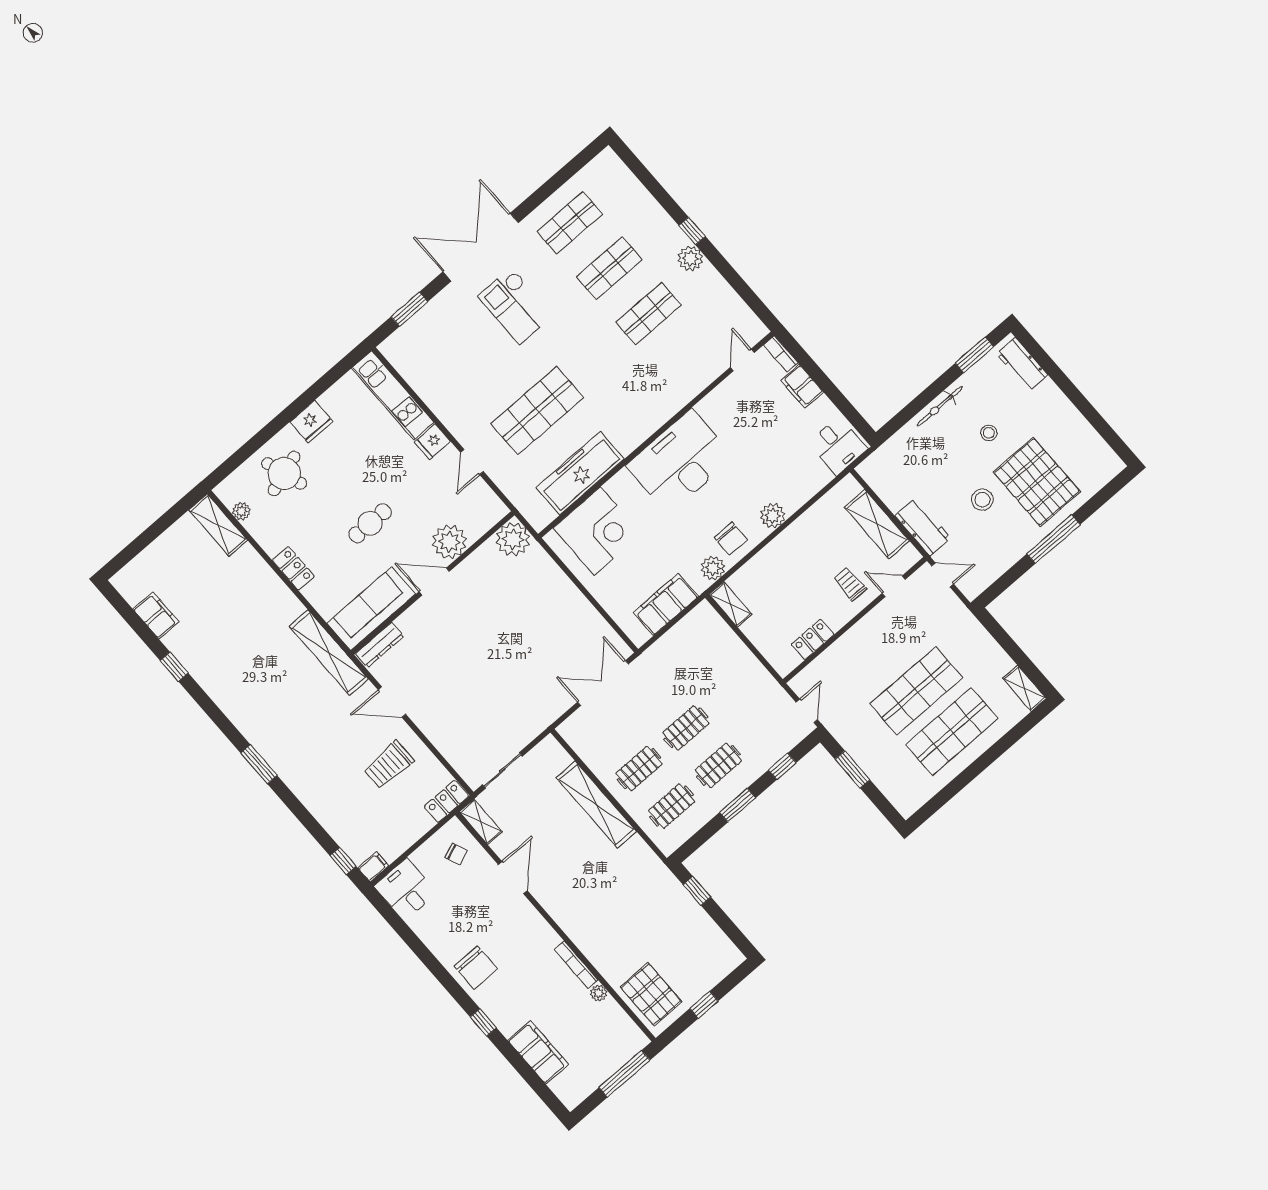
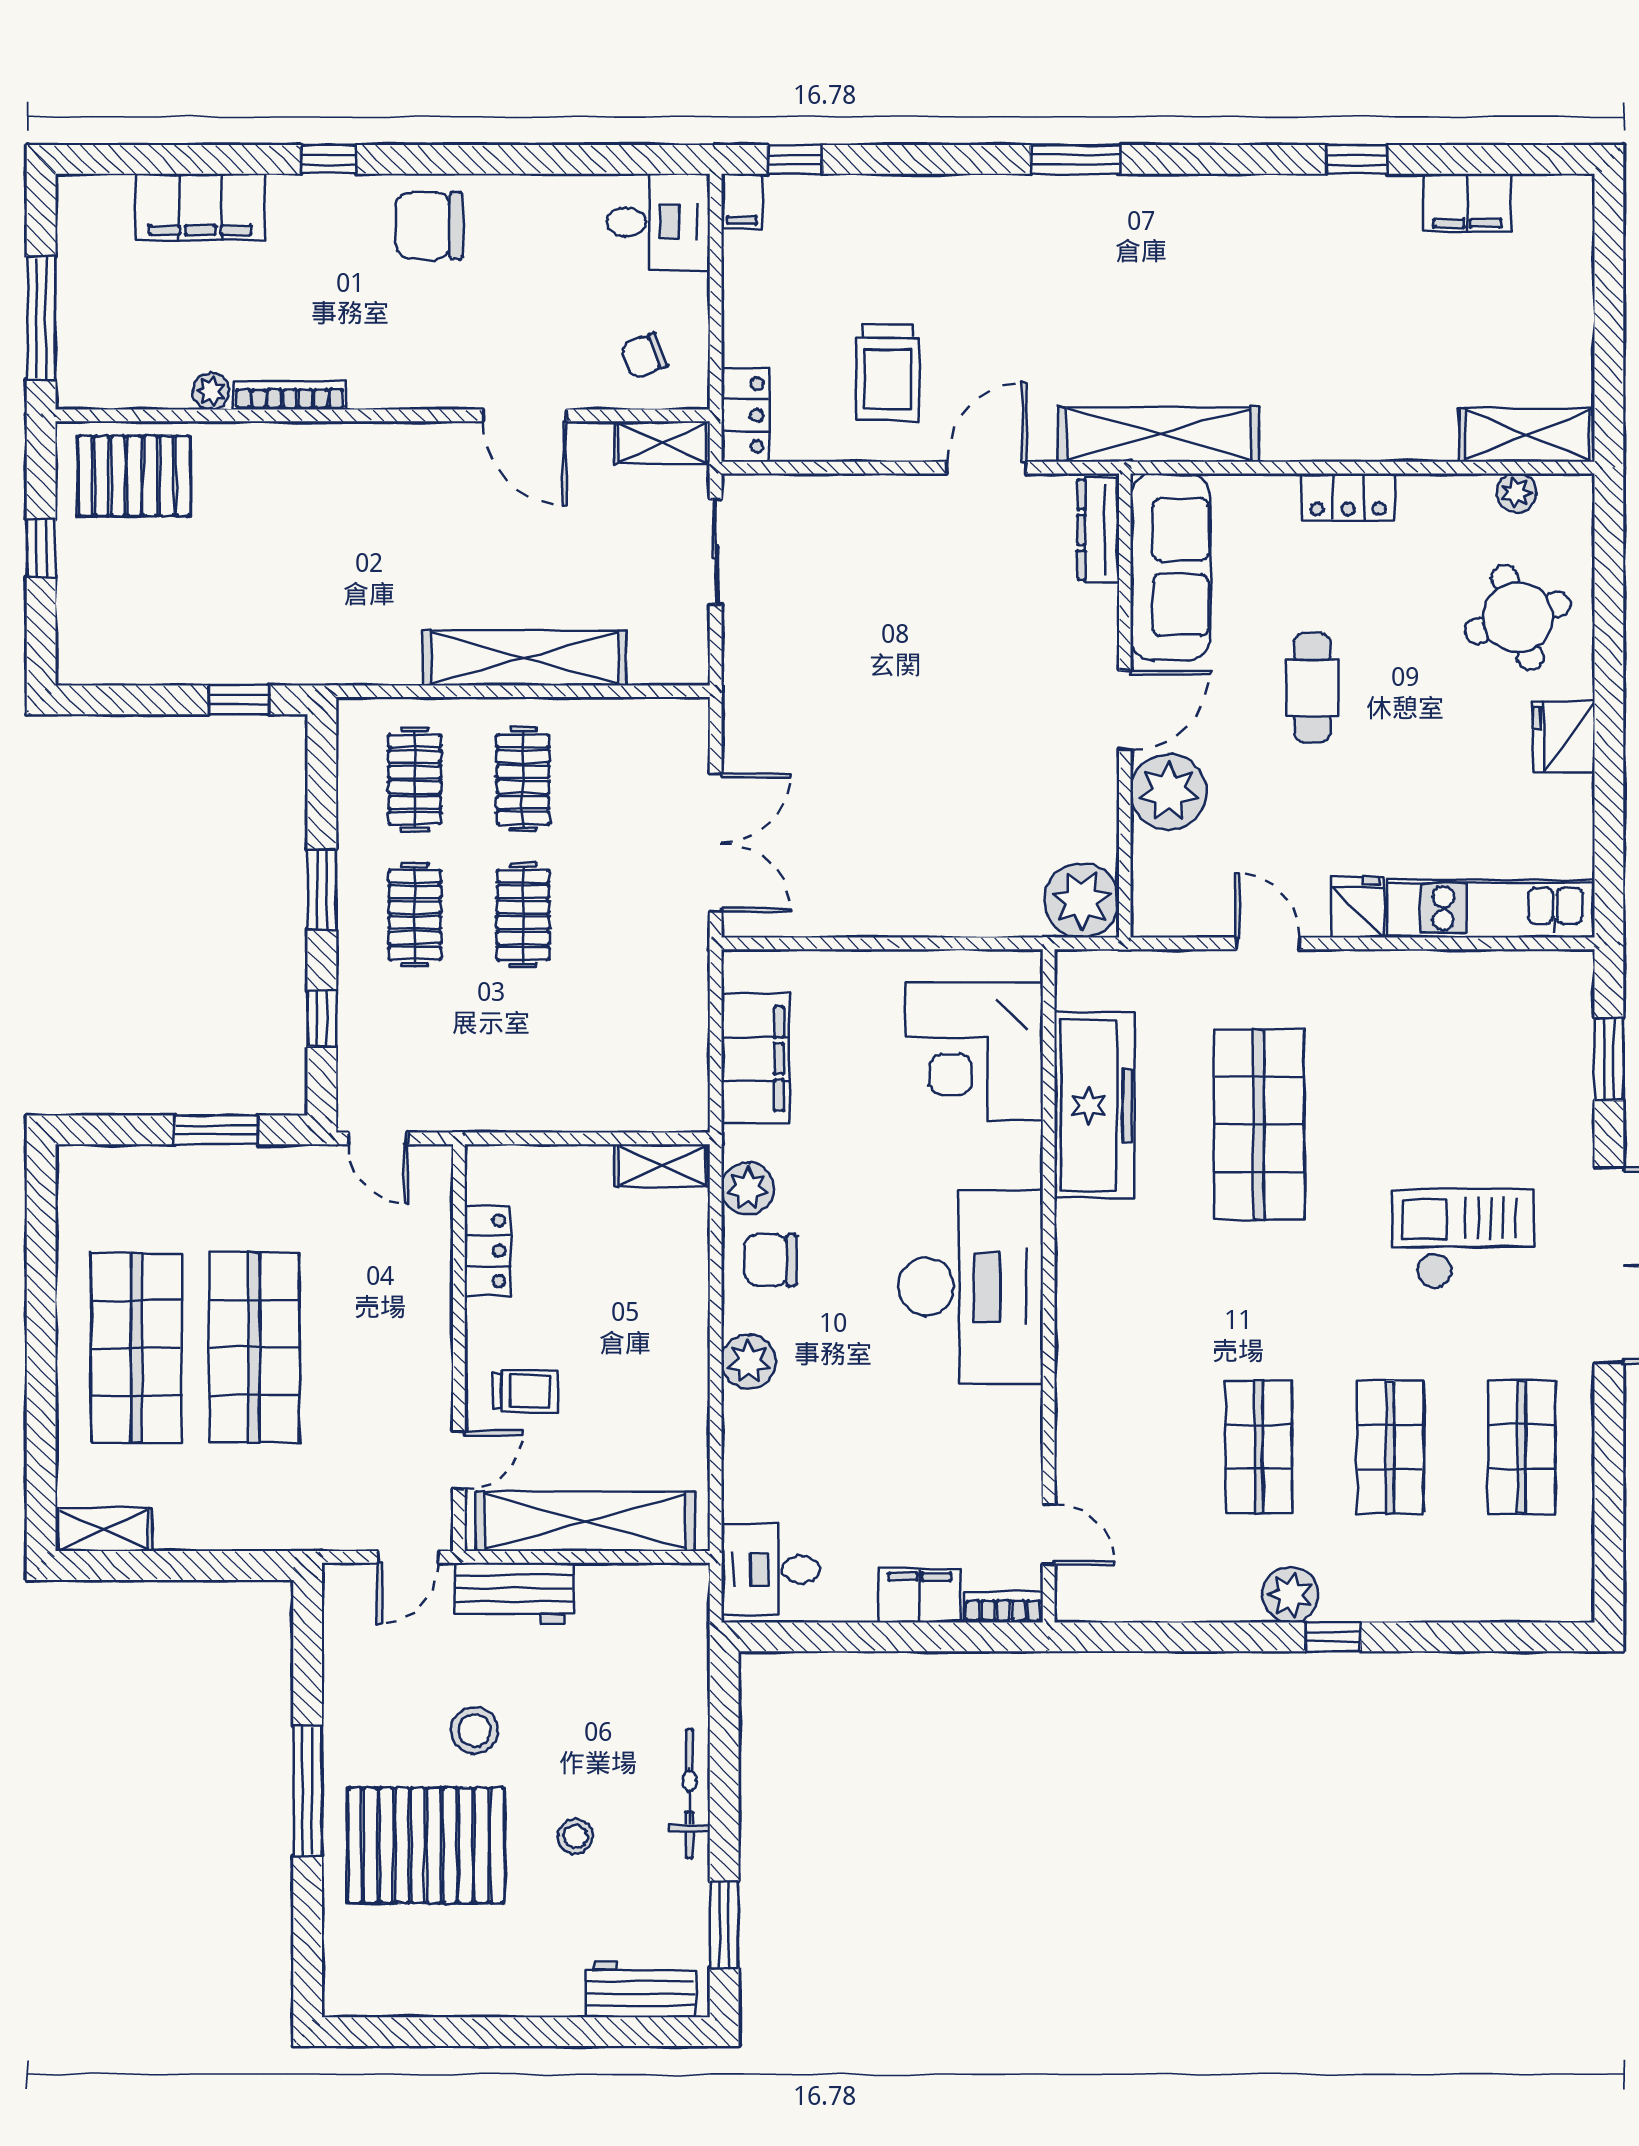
shelving: (877, 524) -> (585, 1521), width x1.47
trolley: (389, 765) -> (888, 372), turned 180

